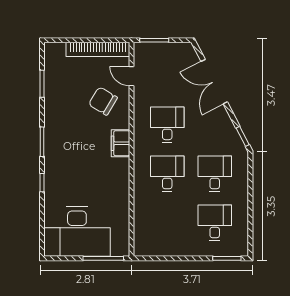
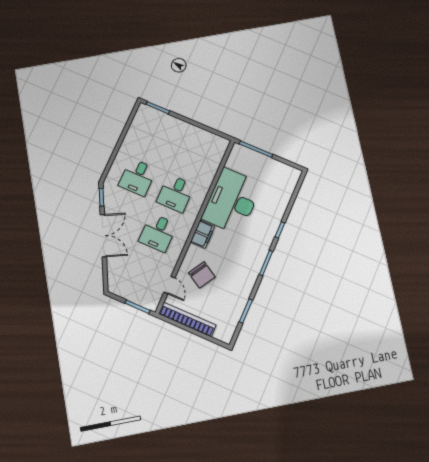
double door: (214, 82) -> (103, 236), moved
desk: (215, 223) -> (155, 139), removed
desk: (77, 232) -> (232, 201), moved, turned -90

